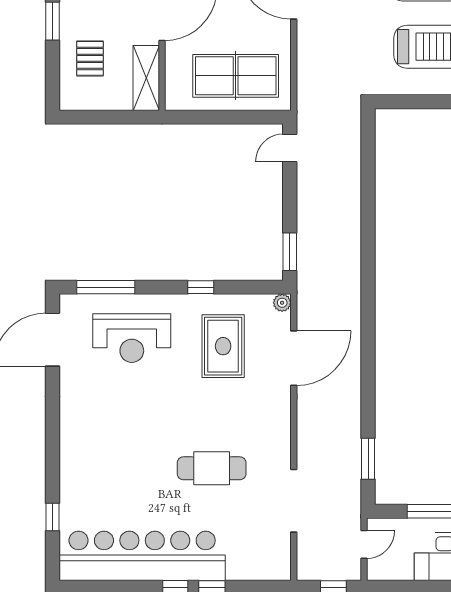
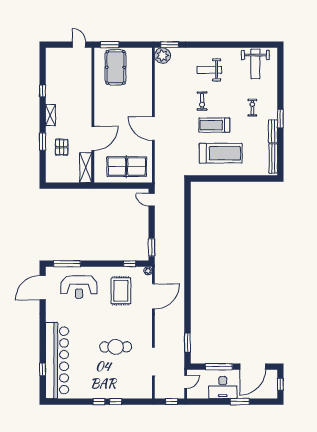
pallet: (90, 58) -> (62, 147), moved
door: (290, 148) -> (152, 200), hinge flipped
window: (201, 287) -> (130, 264), moved
bar counter: (142, 556) -> (57, 360), moved, turned 90

